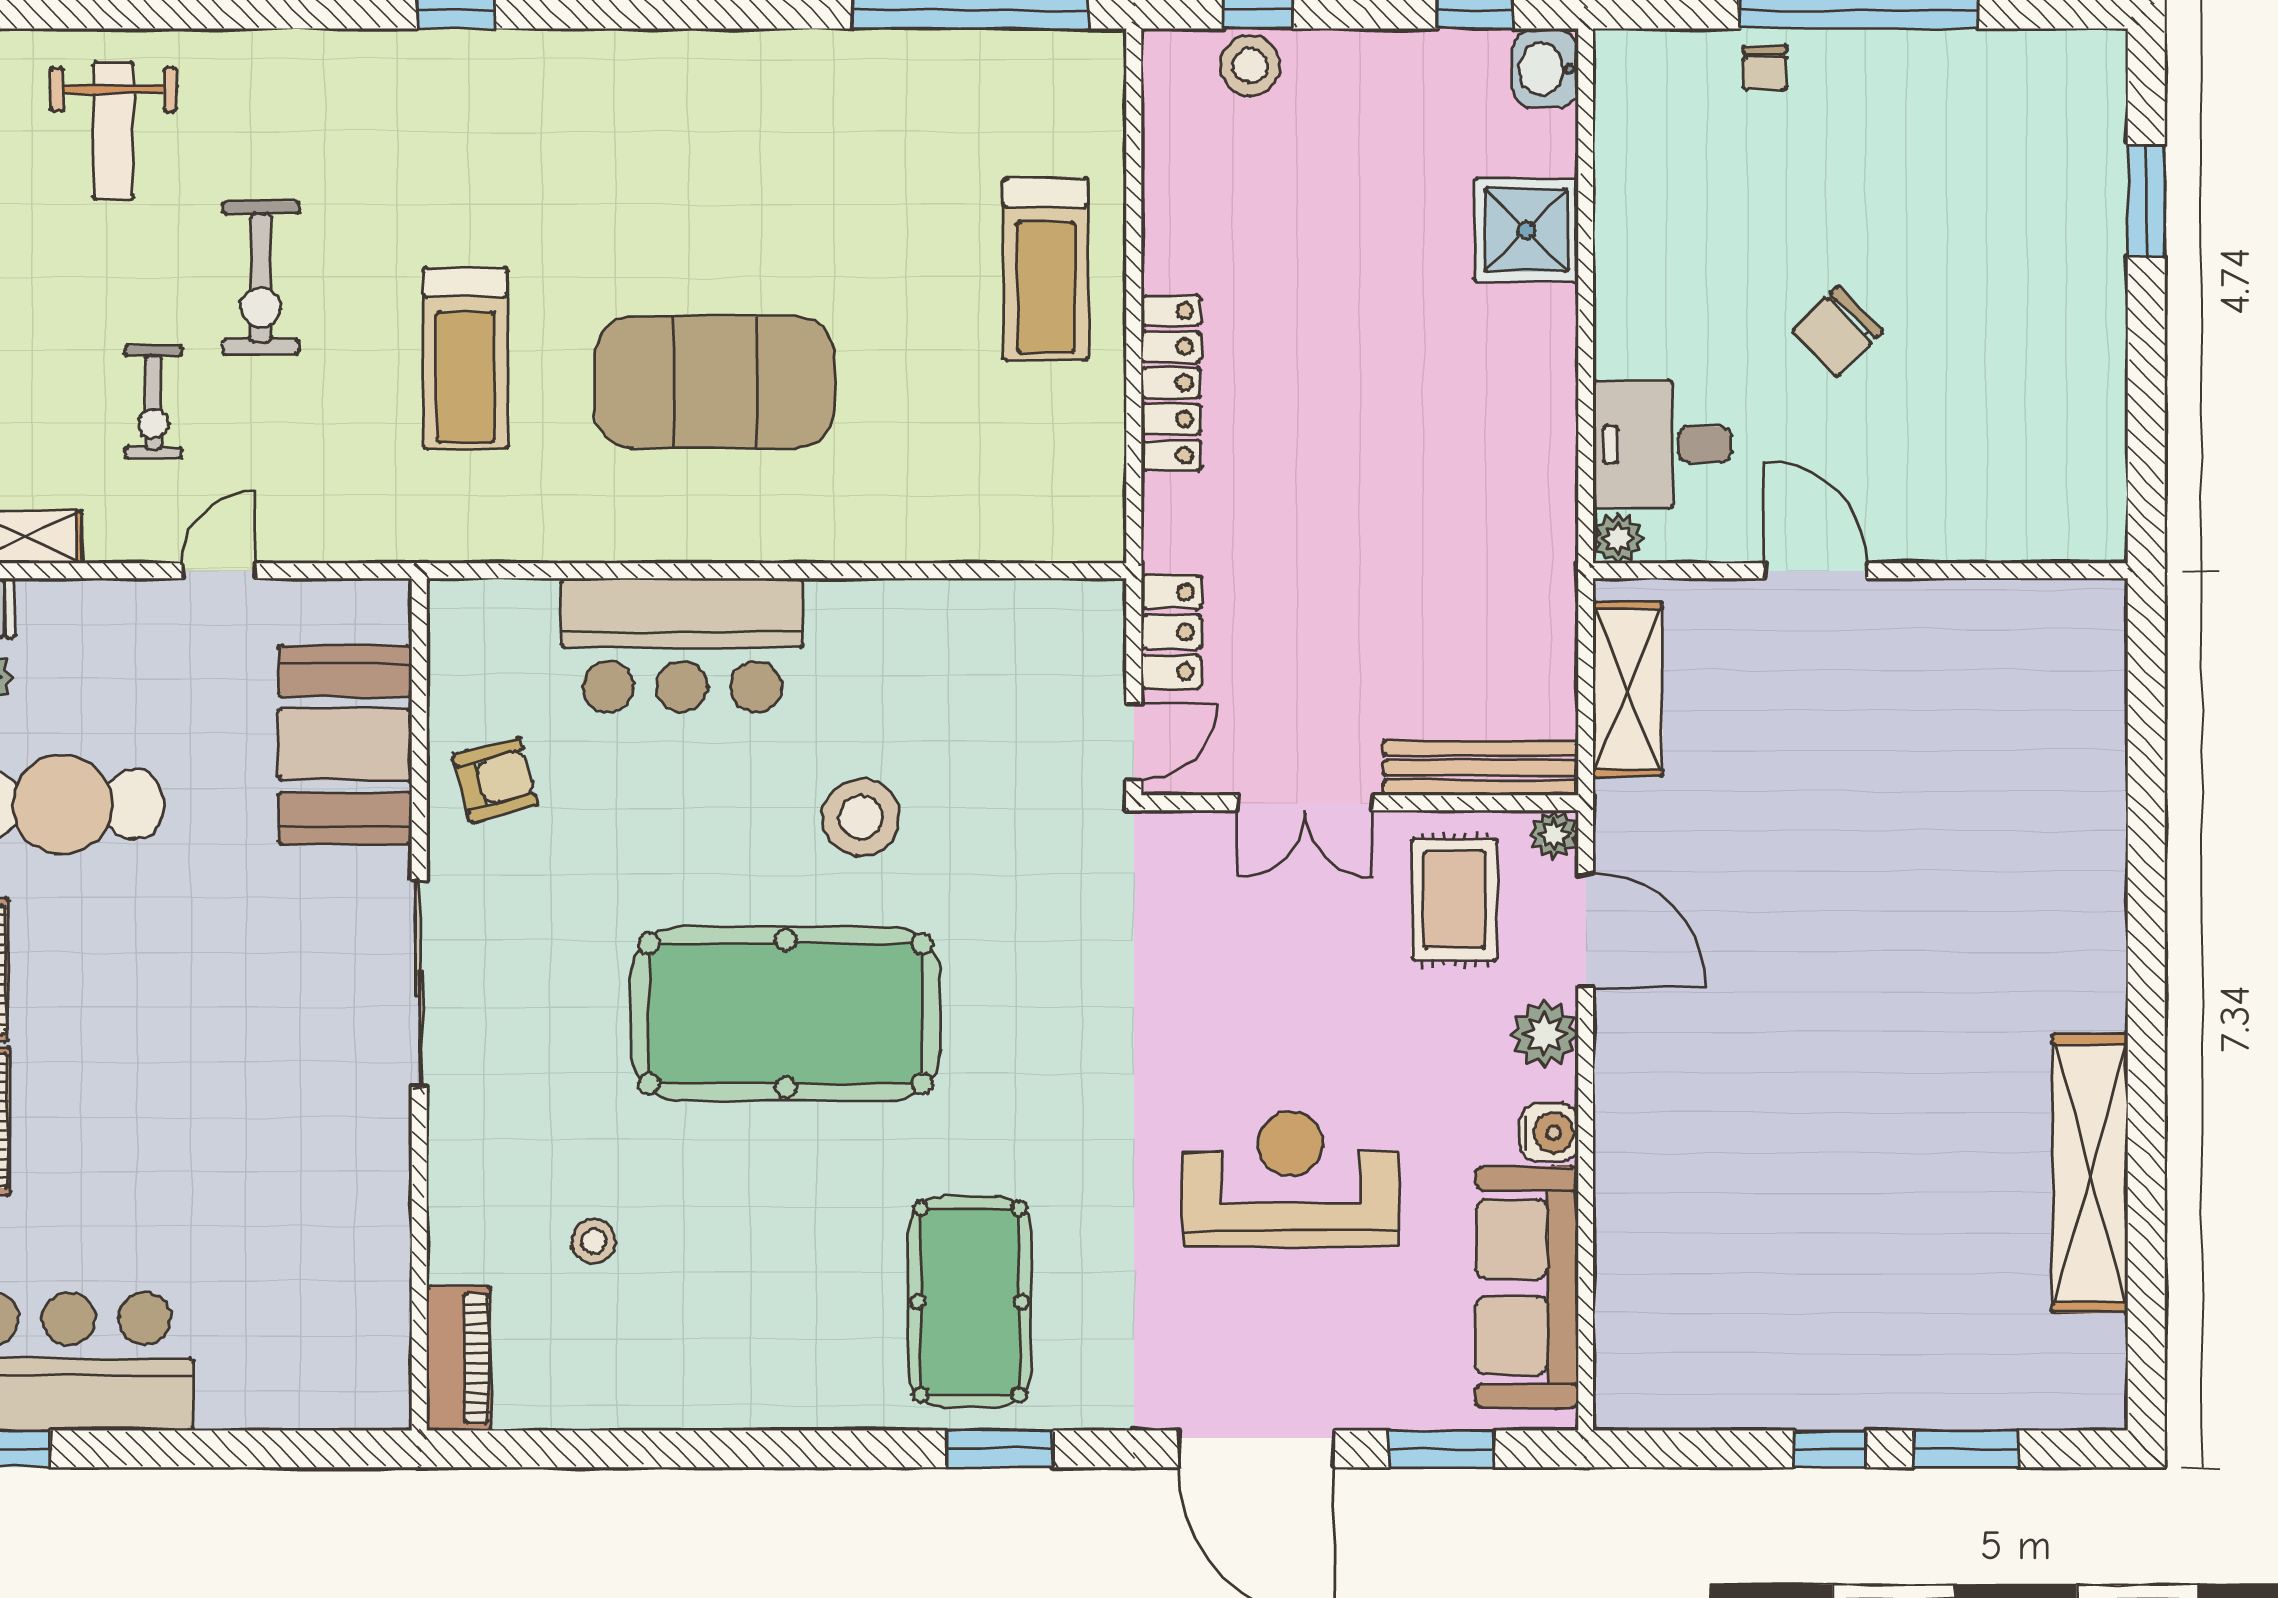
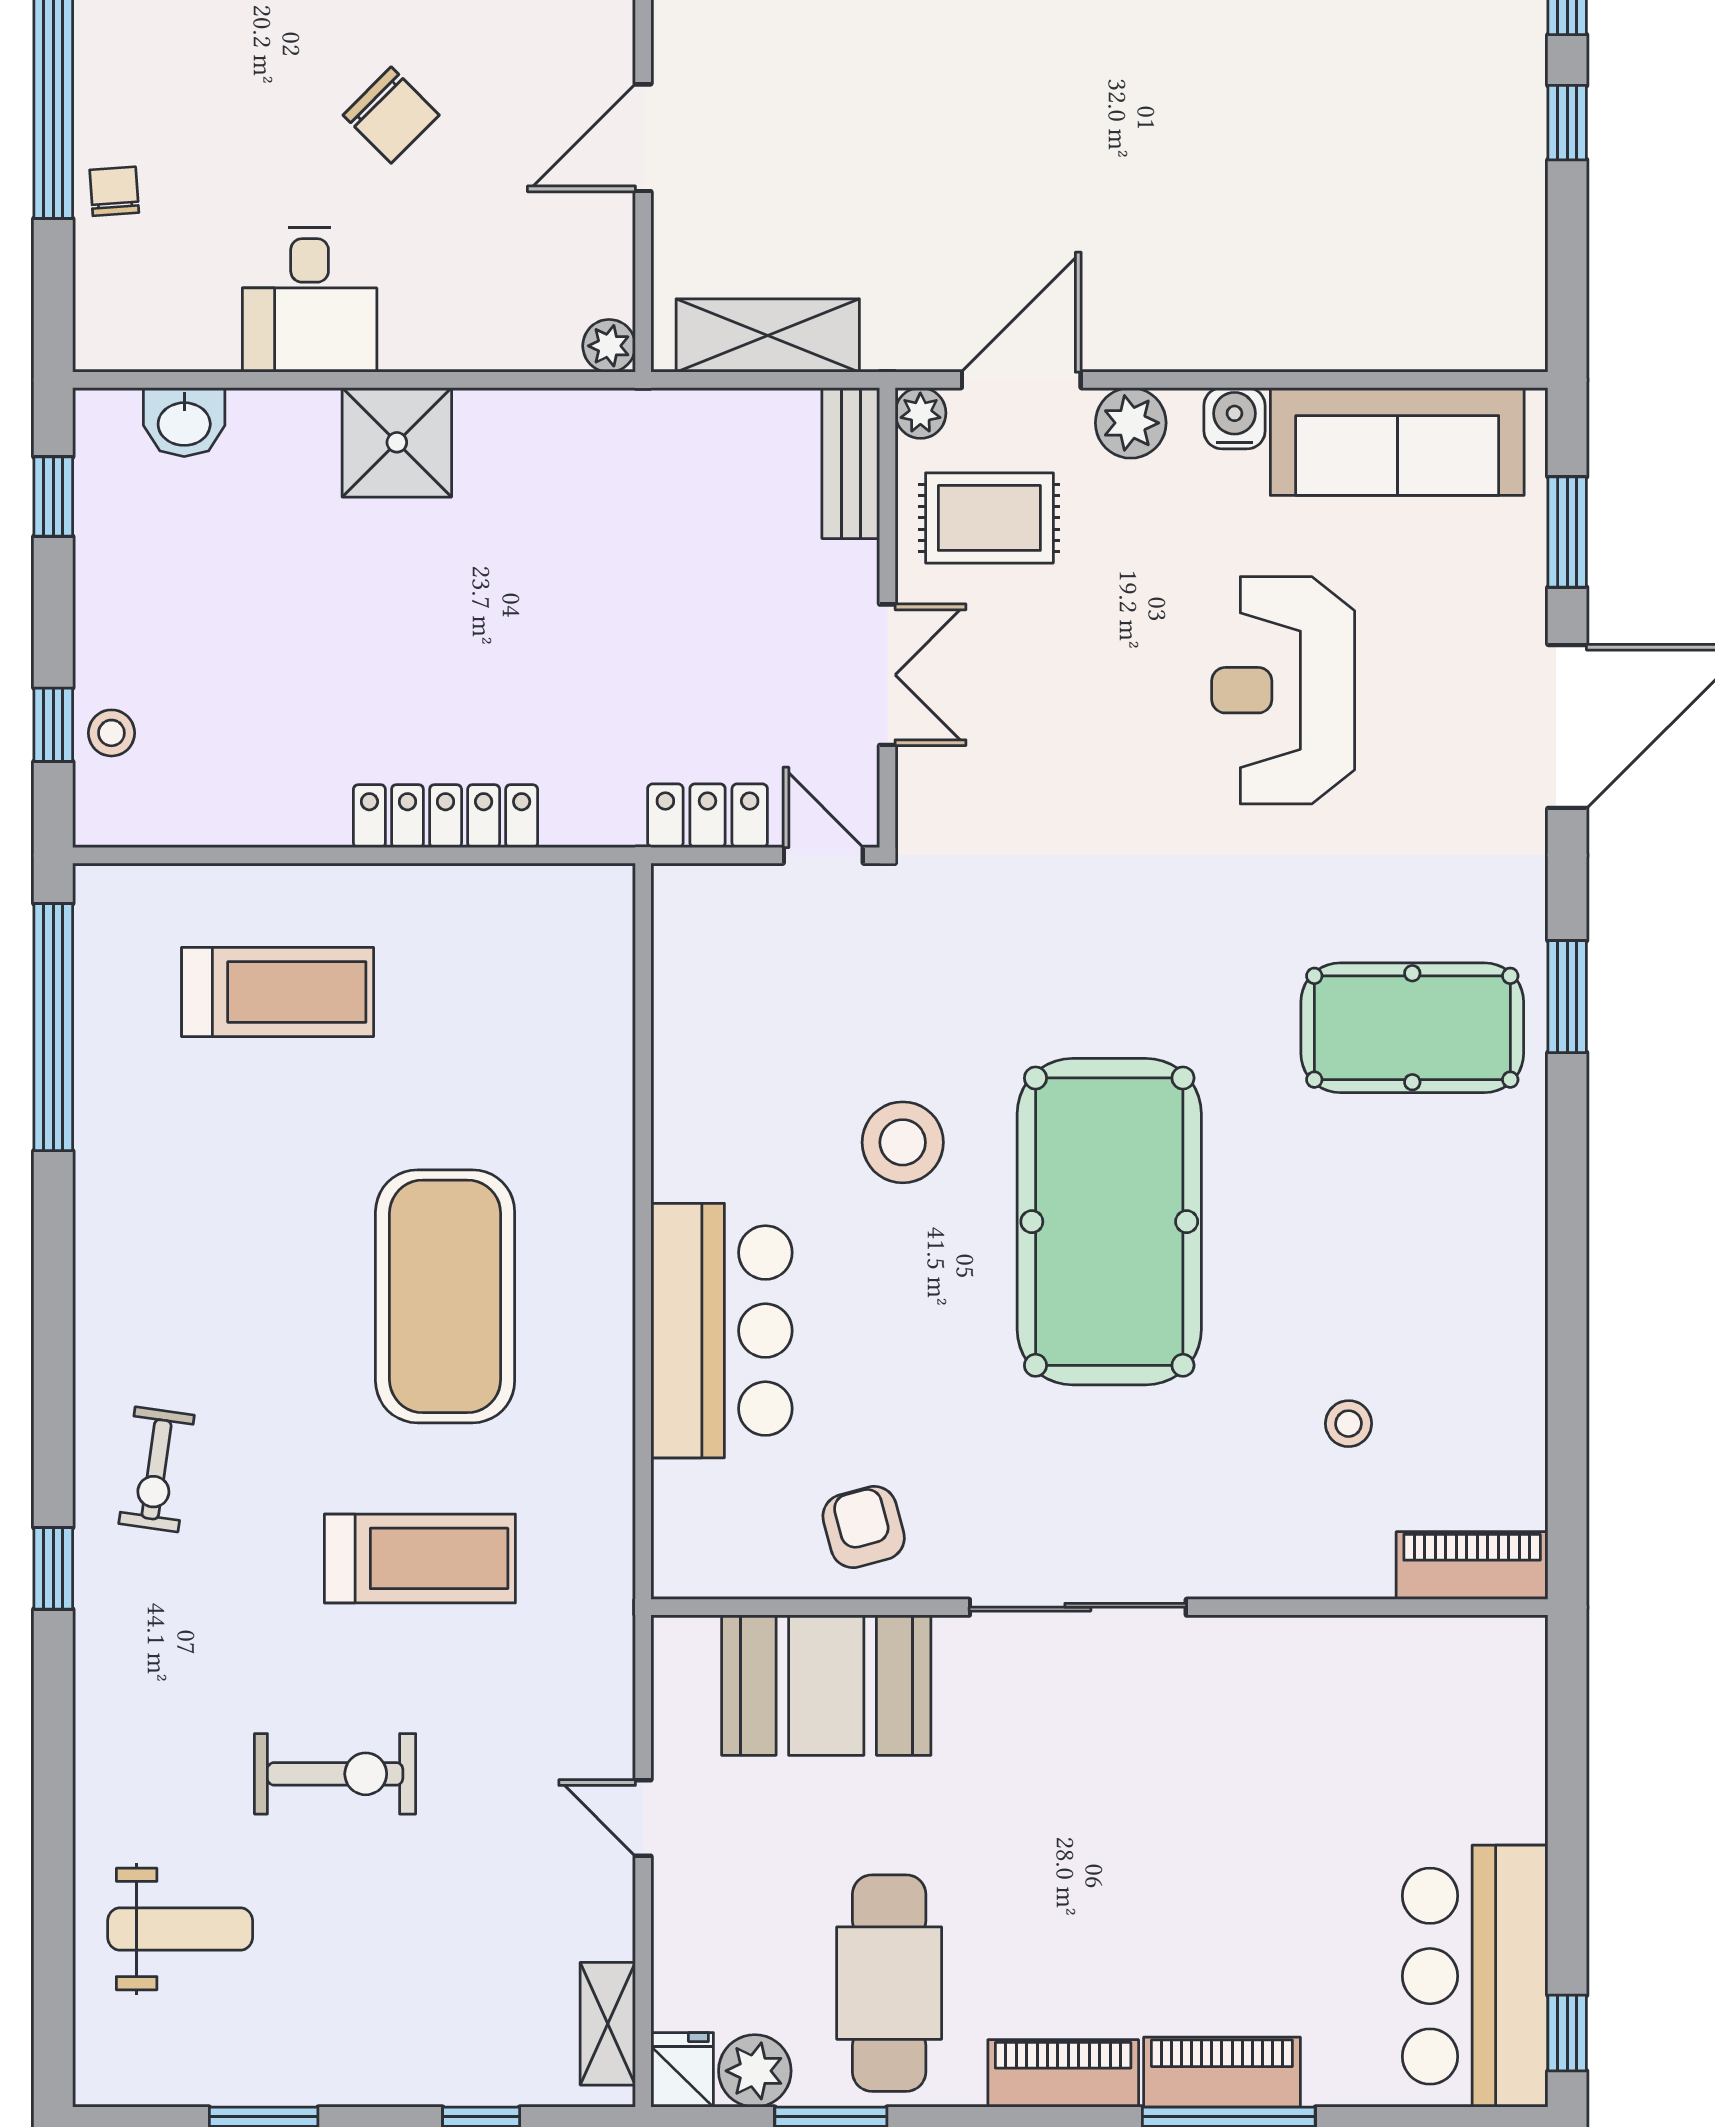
stool: (1250, 65) -> (111, 733), width x0.73, depth x0.73
chair: (1765, 68) -> (114, 191), turned -94
washbasin: (1546, 69) -> (184, 422), moved
shower: (1526, 230) -> (397, 442), moved
treadmill: (1046, 269) -> (278, 992), moved
exercise bike: (153, 402) -> (157, 1469), moved, turned 98
desk: (1662, 444) -> (310, 300), moved
bench: (1480, 768) -> (851, 463), width x0.73

